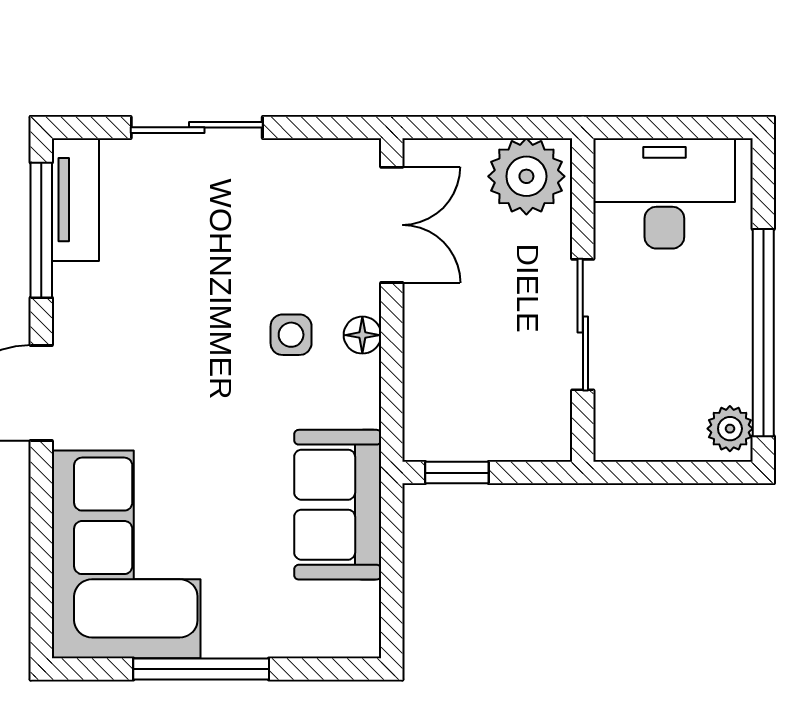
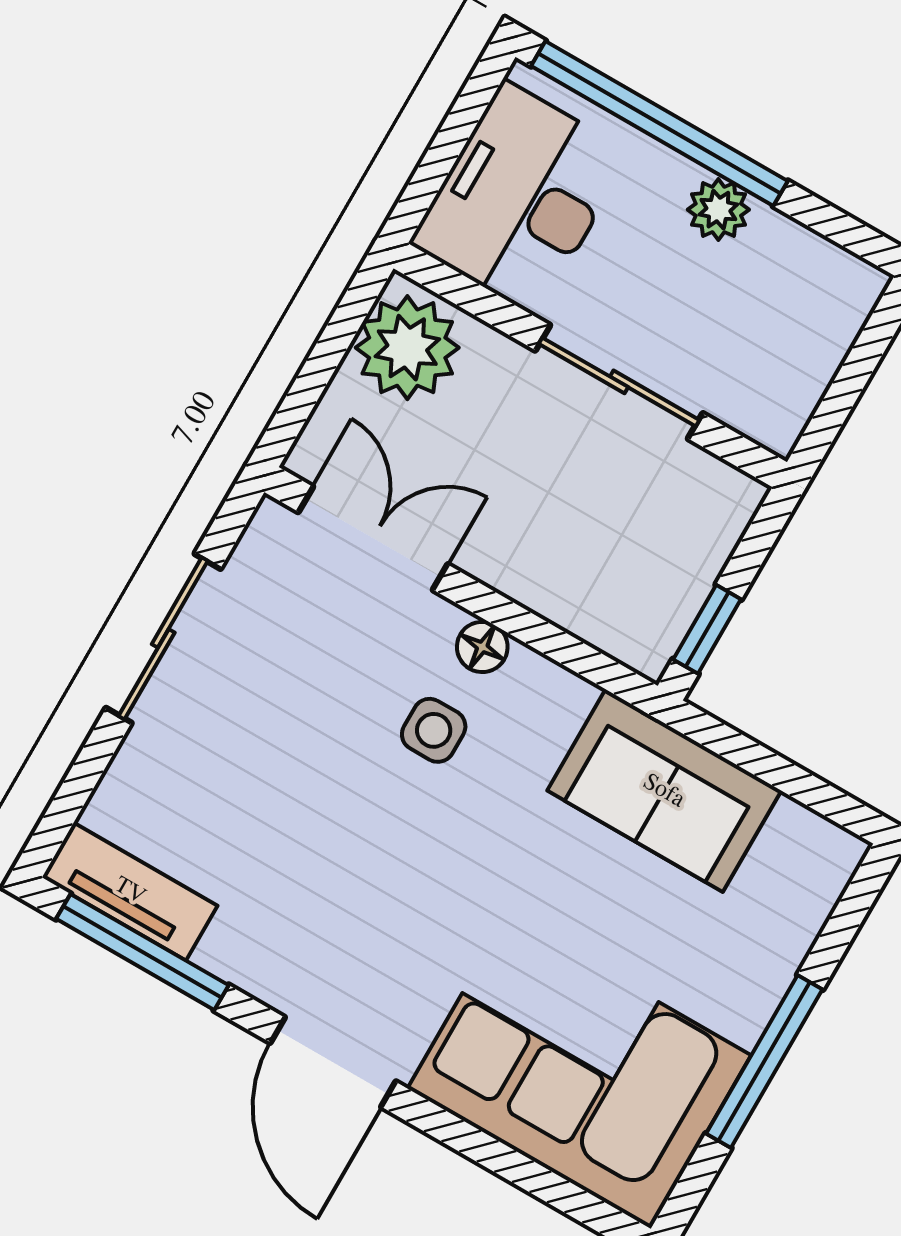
sliding door: (197, 127) -> (163, 638), moved
window: (763, 333) -> (659, 123), moved
plant: (730, 429) -> (718, 210), moved

